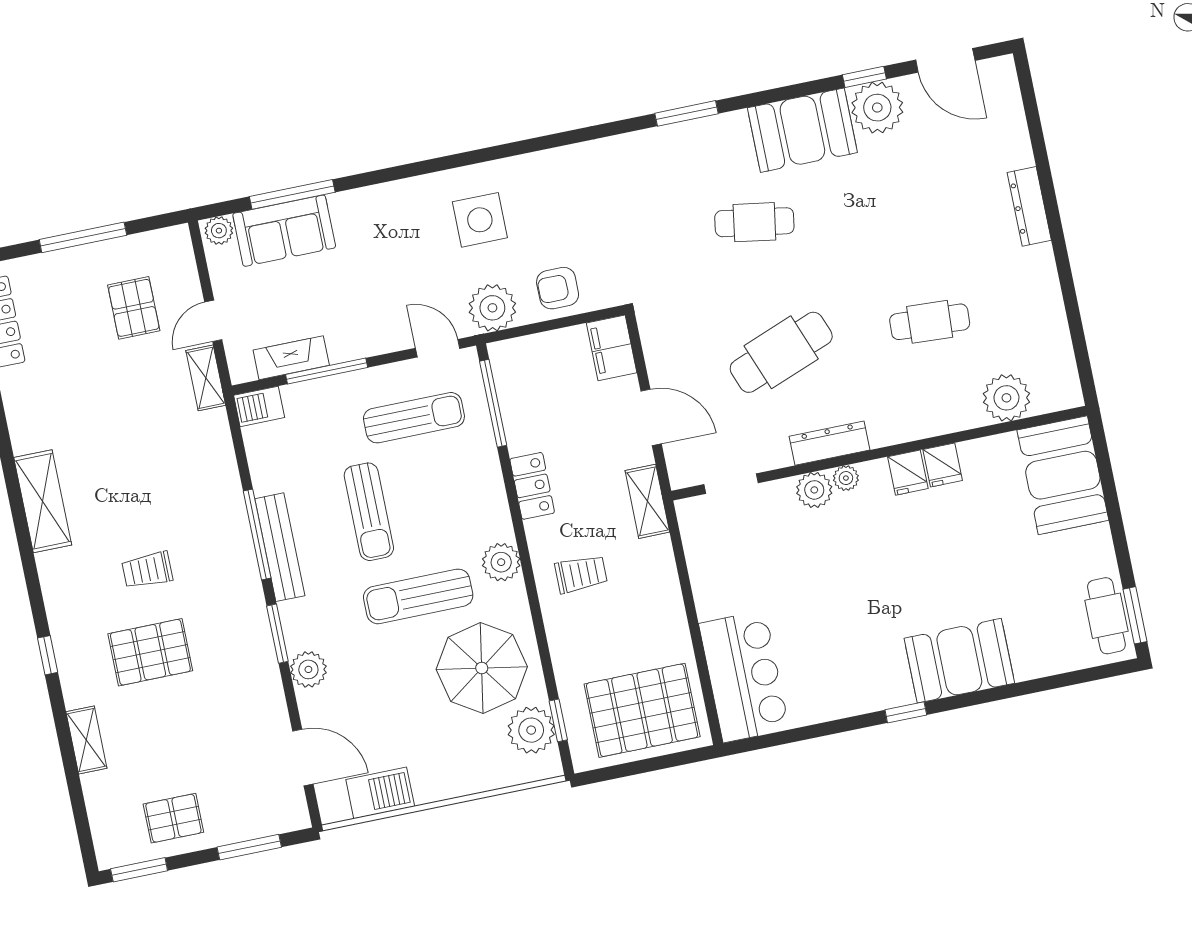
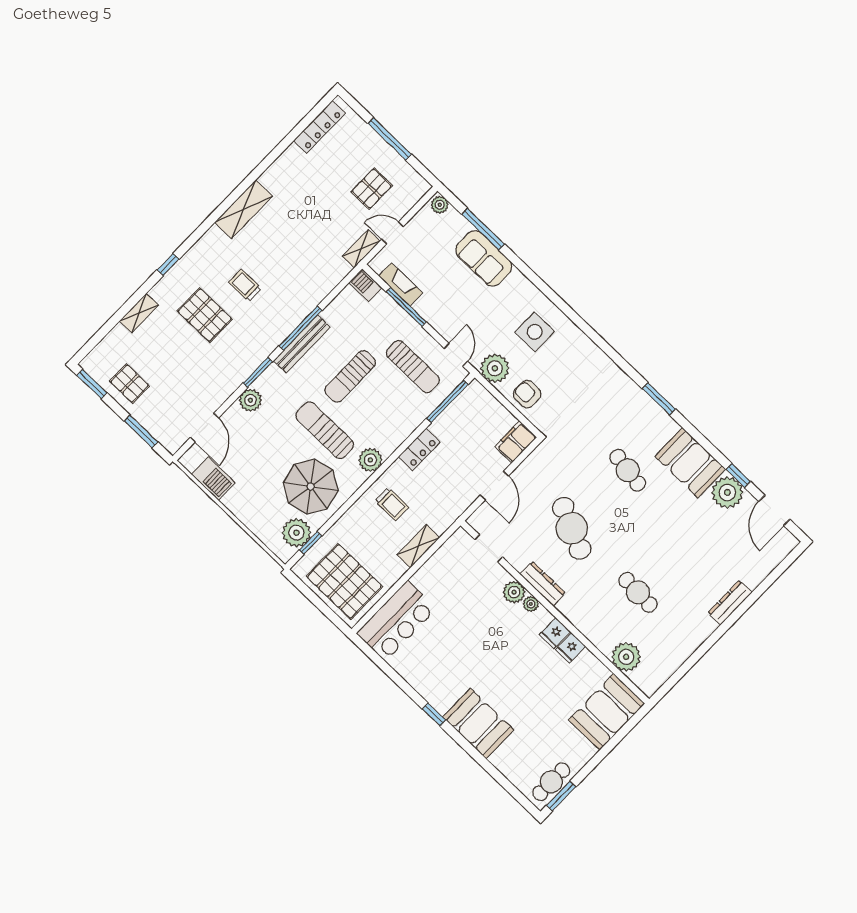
sofa: (284, 231) -> (484, 258), moved
cafe table: (781, 352) -> (572, 528), turned 45
shelving: (647, 501) -> (418, 546), moved

